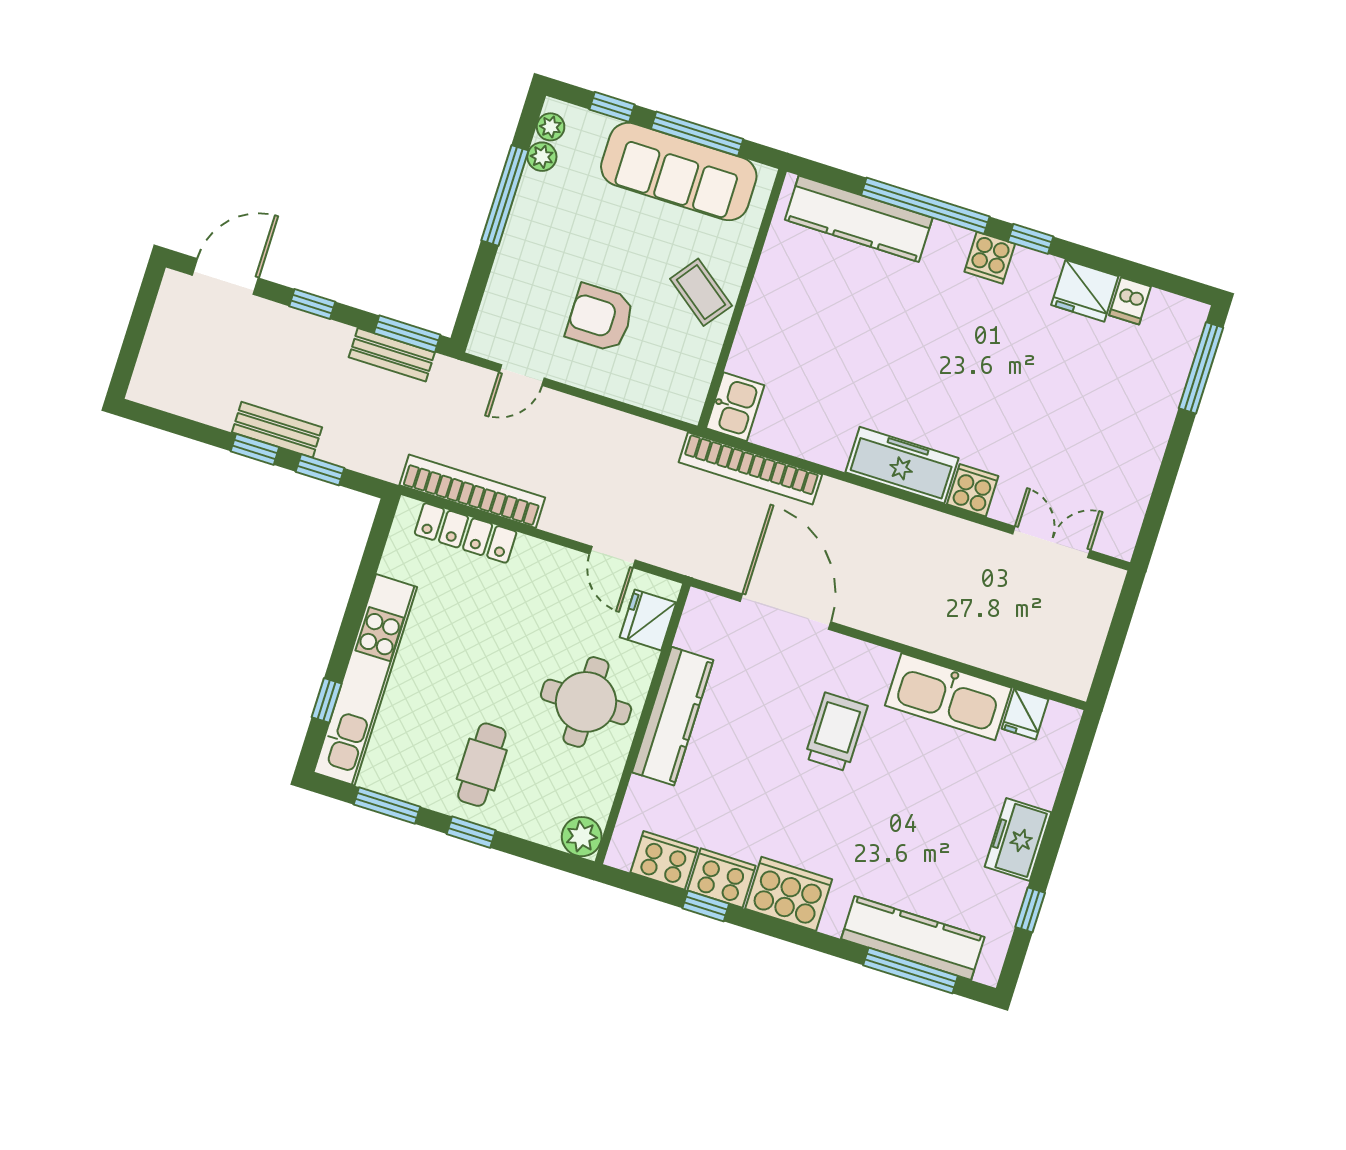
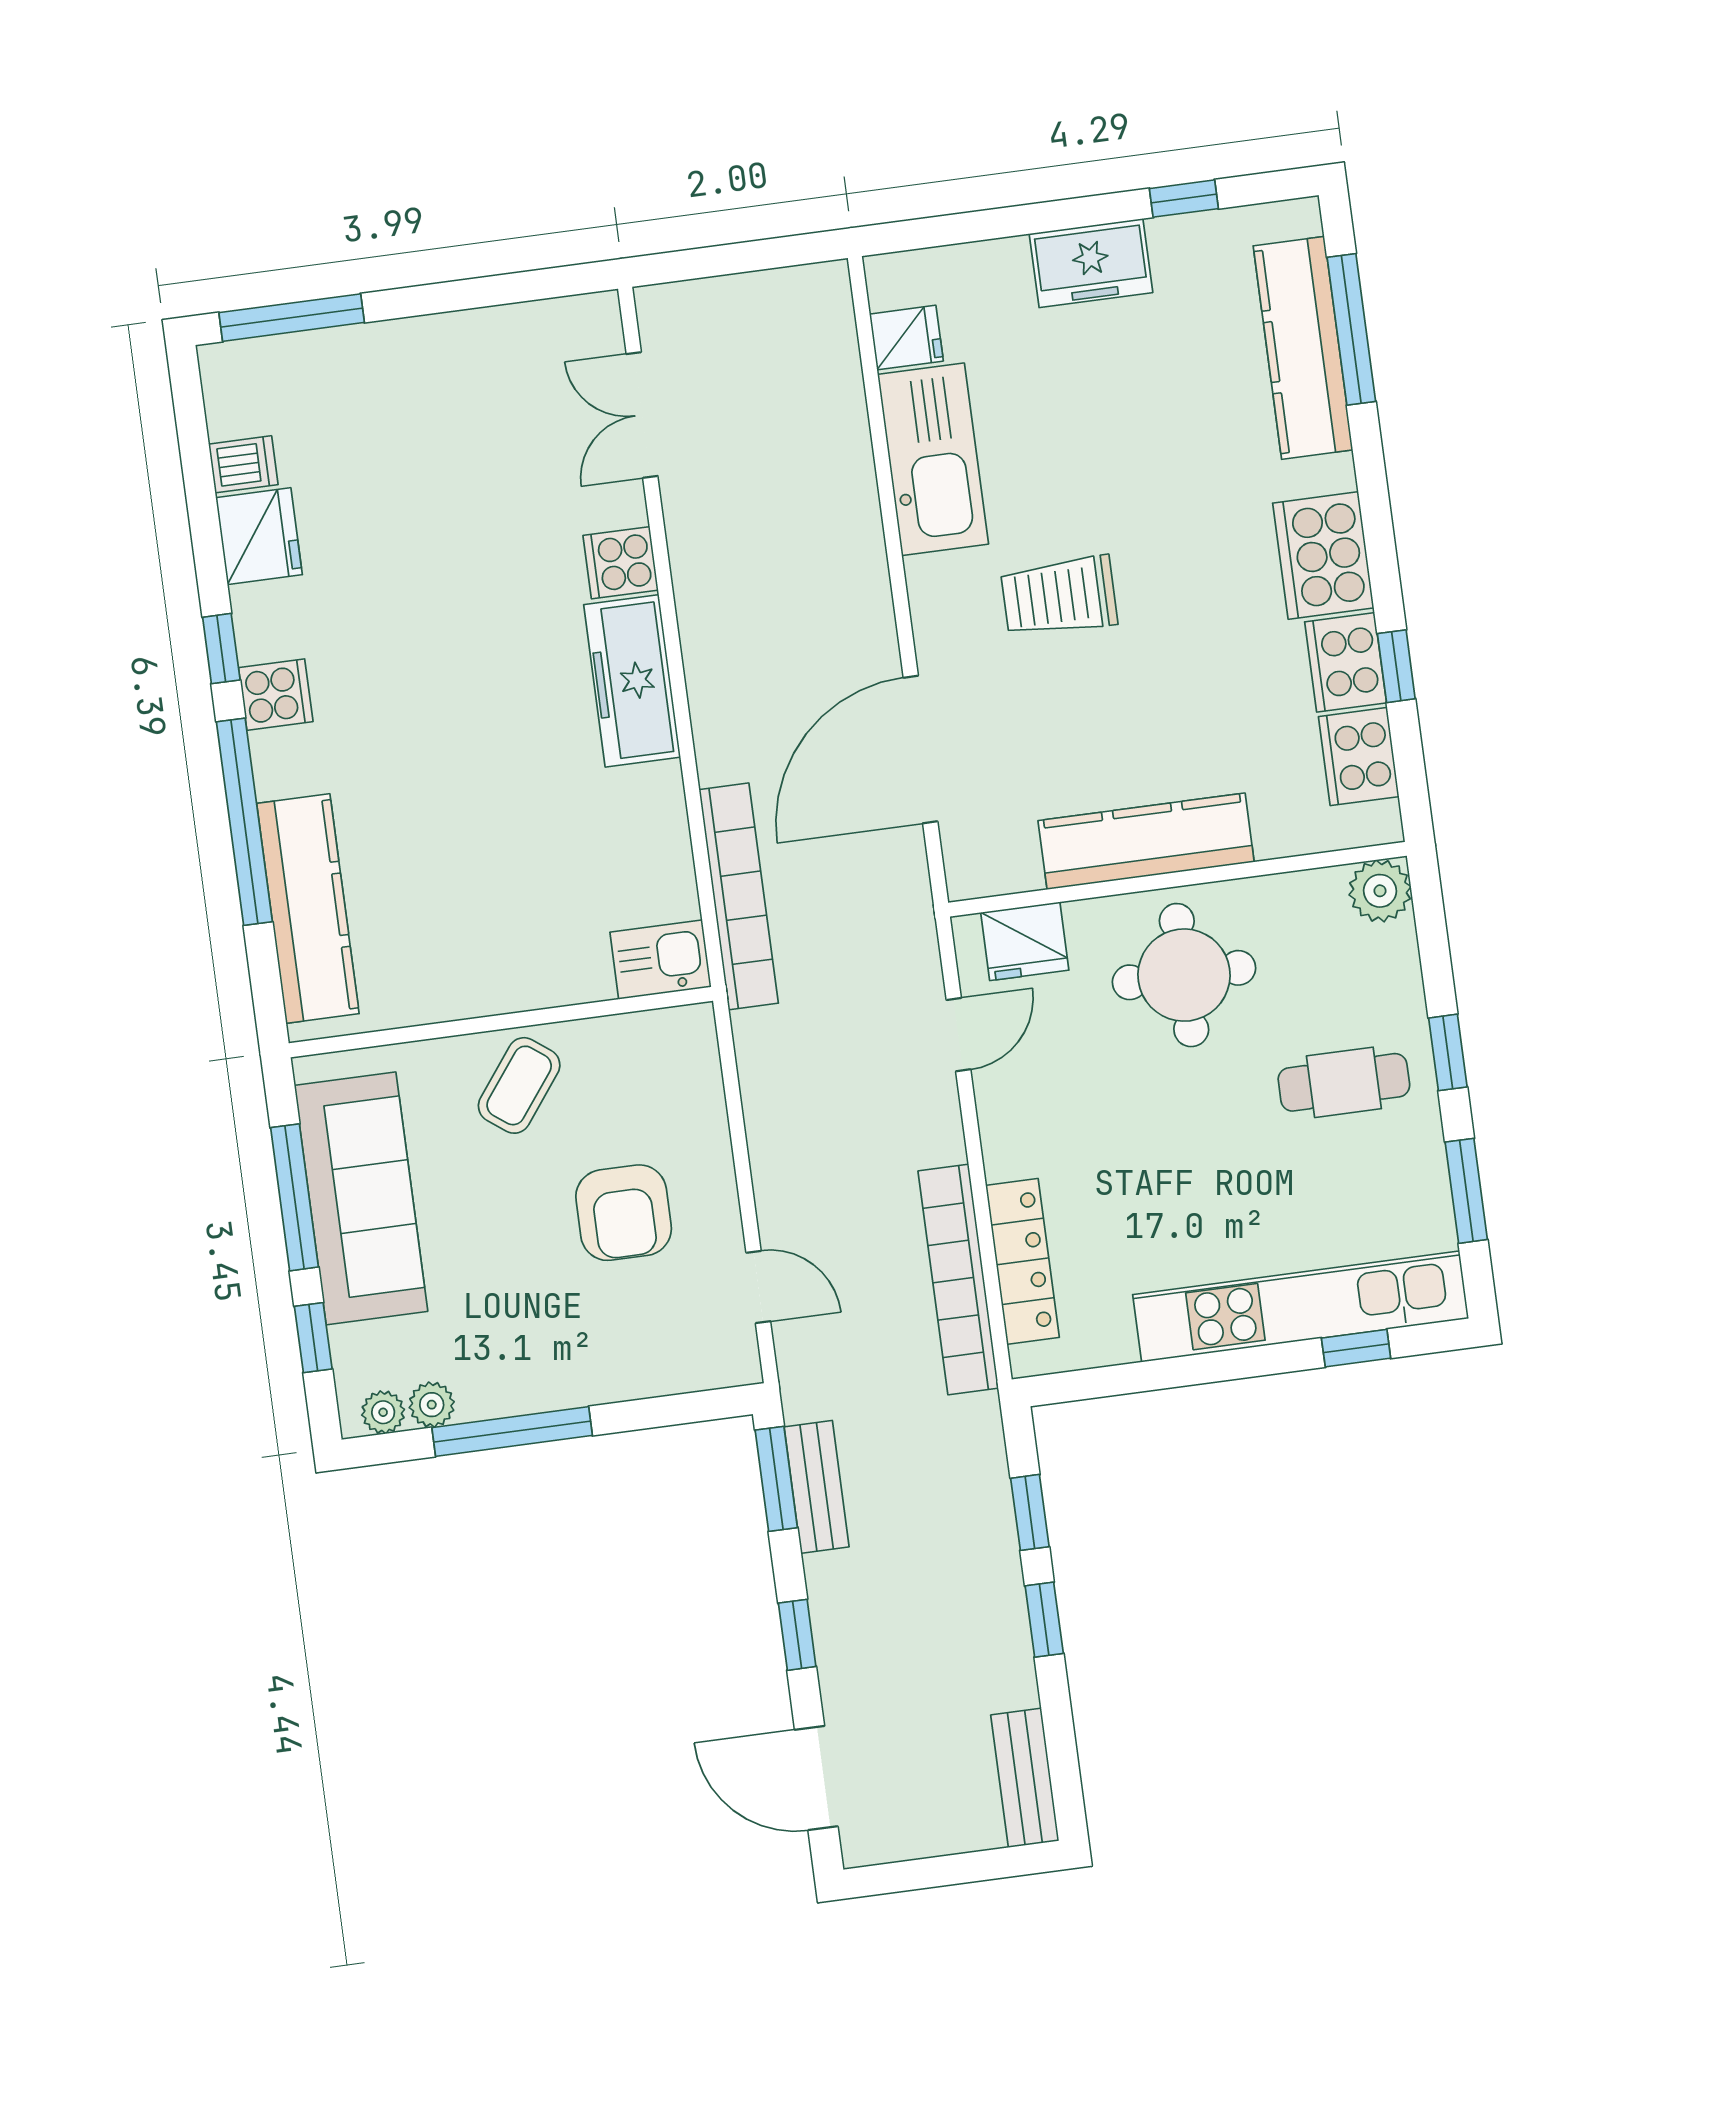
bench: (277, 430) -> (1025, 1778), moved

